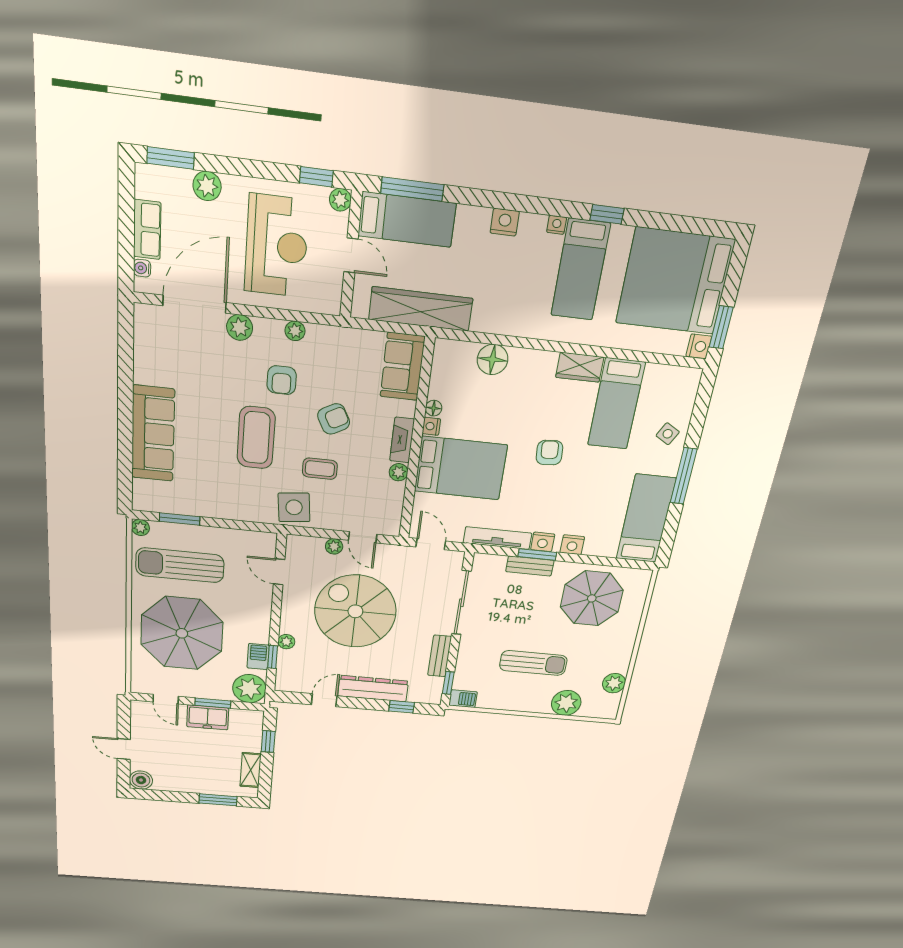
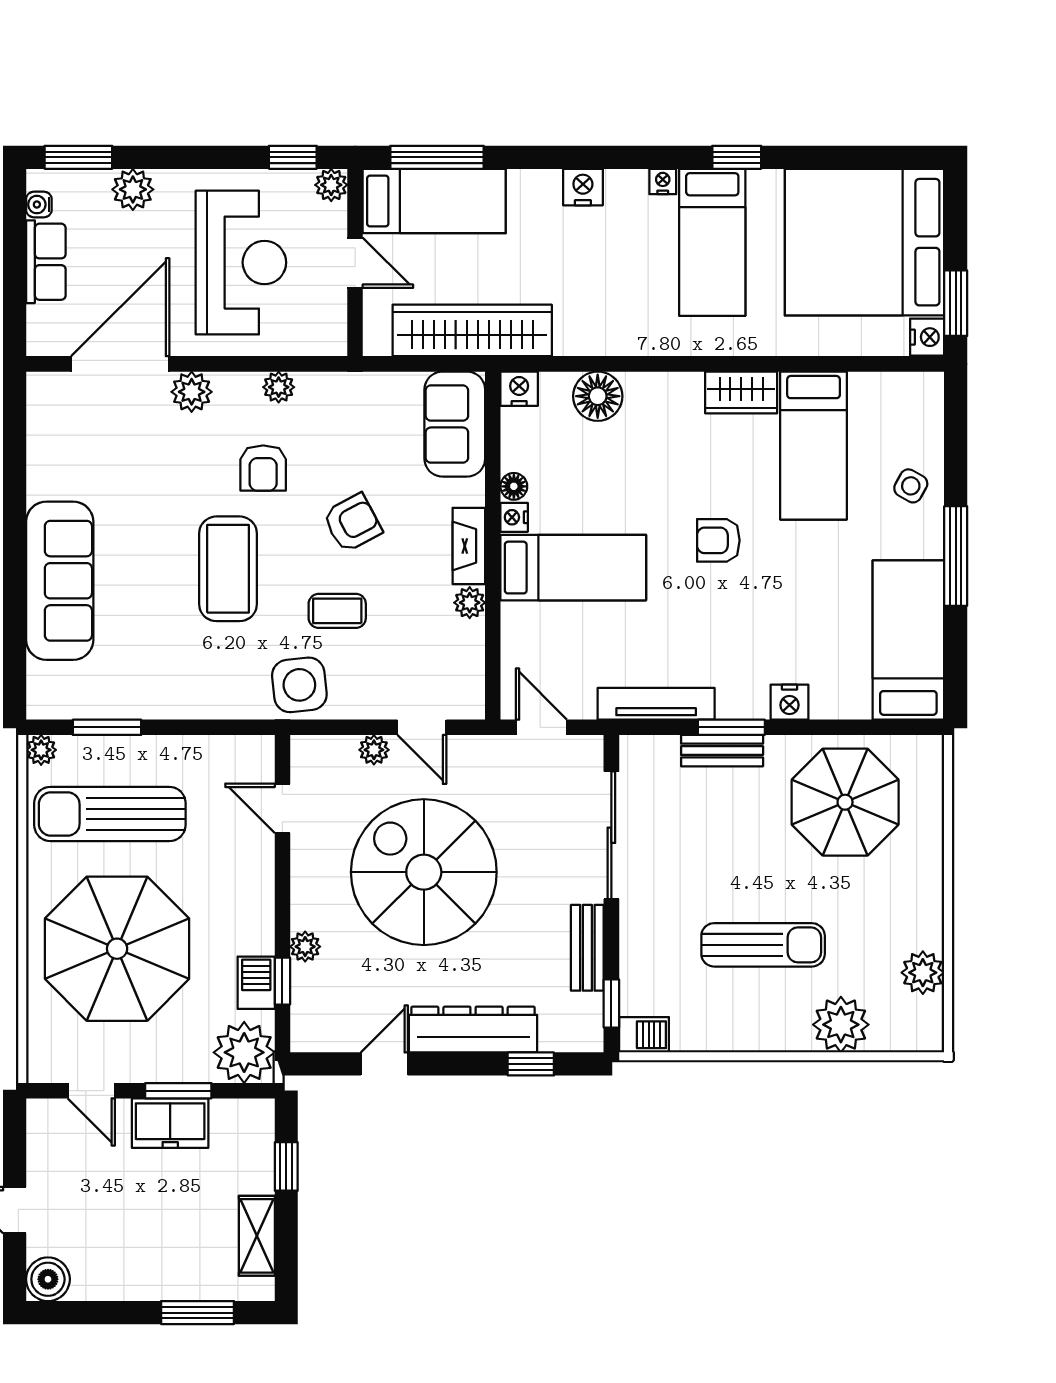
water cooler: (142, 268) -> (39, 205), moved
armchair: (549, 453) -> (718, 540), turned -86
bed: (461, 468) -> (573, 568), width x0.67
nightstand: (543, 542) -> (519, 389), moved, turned 180

